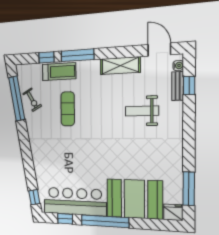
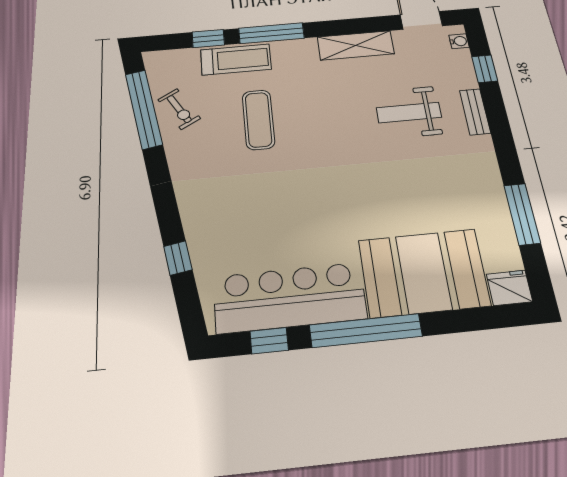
bench: (178, 86) -> (475, 112), moved
window: (189, 189) -> (522, 214), moved
window: (34, 197) -> (178, 258), moved

